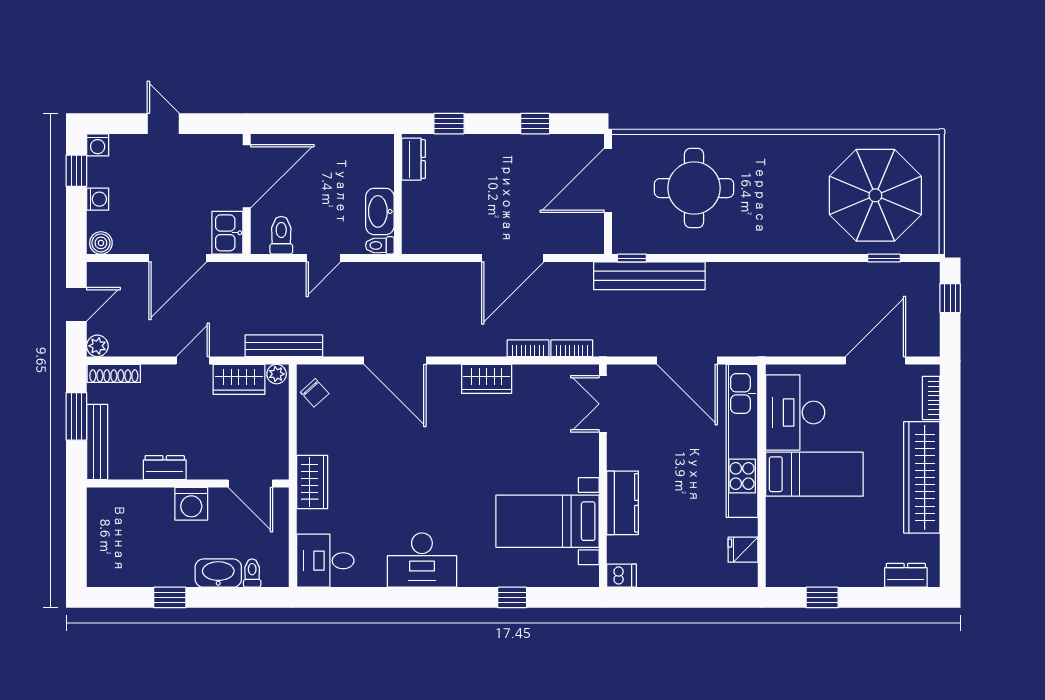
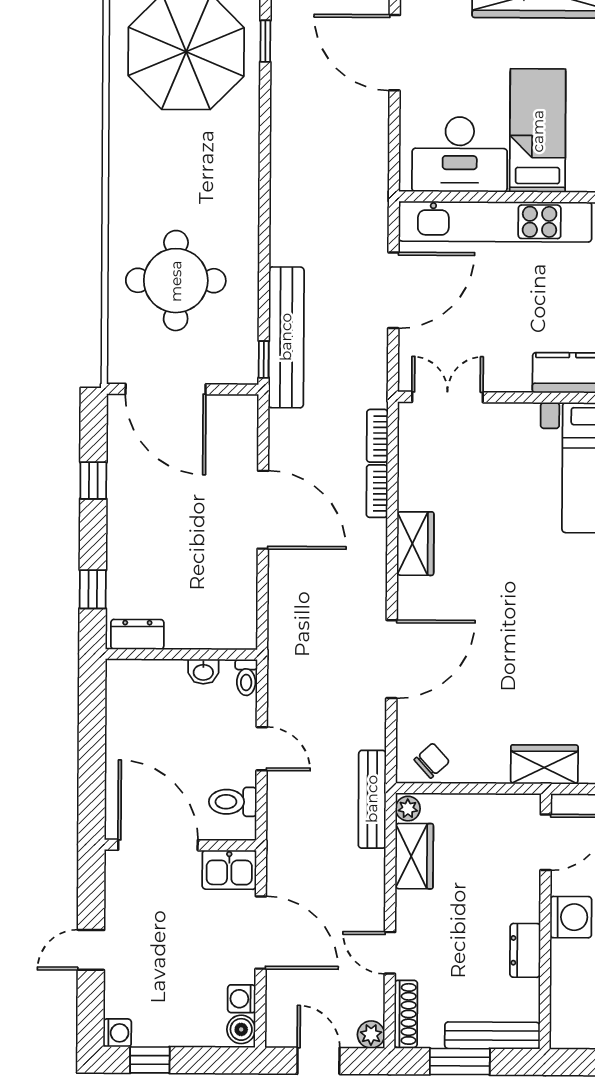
washing machine: (98, 199) -> (242, 999), moved, turned -90
washbasin: (380, 211) -> (203, 672), width x0.52, depth x0.69
door: (193, 360) -> (390, 953), moved
double door: (603, 404) -> (447, 397), swing flipped

